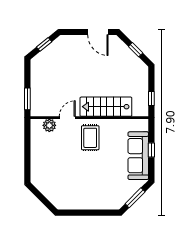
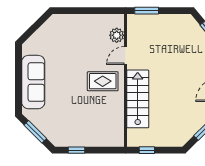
door: (67, 118) -> (125, 55), swing flipped
window: (151, 150) -> (76, 150), moved
sofa: (138, 156) -> (33, 82), moved, turned 90

